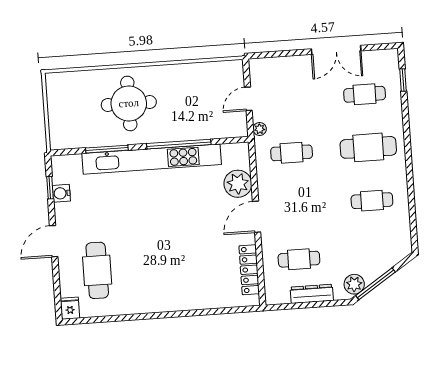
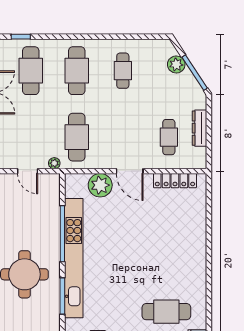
cafe table: (365, 94) -> (31, 71), width x1.37, depth x1.35
cafe table: (292, 153) -> (77, 137), width x1.37, depth x1.35
plant: (354, 284) -> (176, 64), moved

